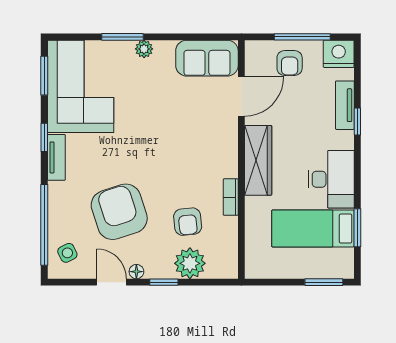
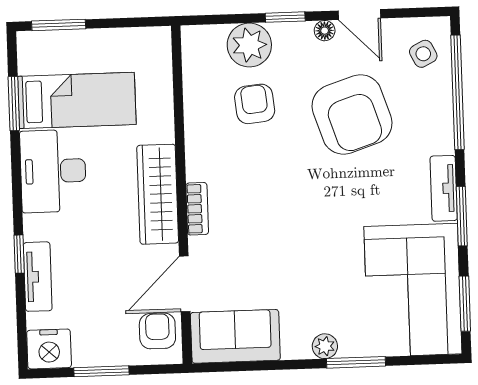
window: (302, 37) -> (101, 371), width x0.69
armchair: (290, 63) -> (157, 331), moved
window: (44, 137) -> (462, 216), width x1.50
bookcase: (231, 197) -> (197, 209), moved

